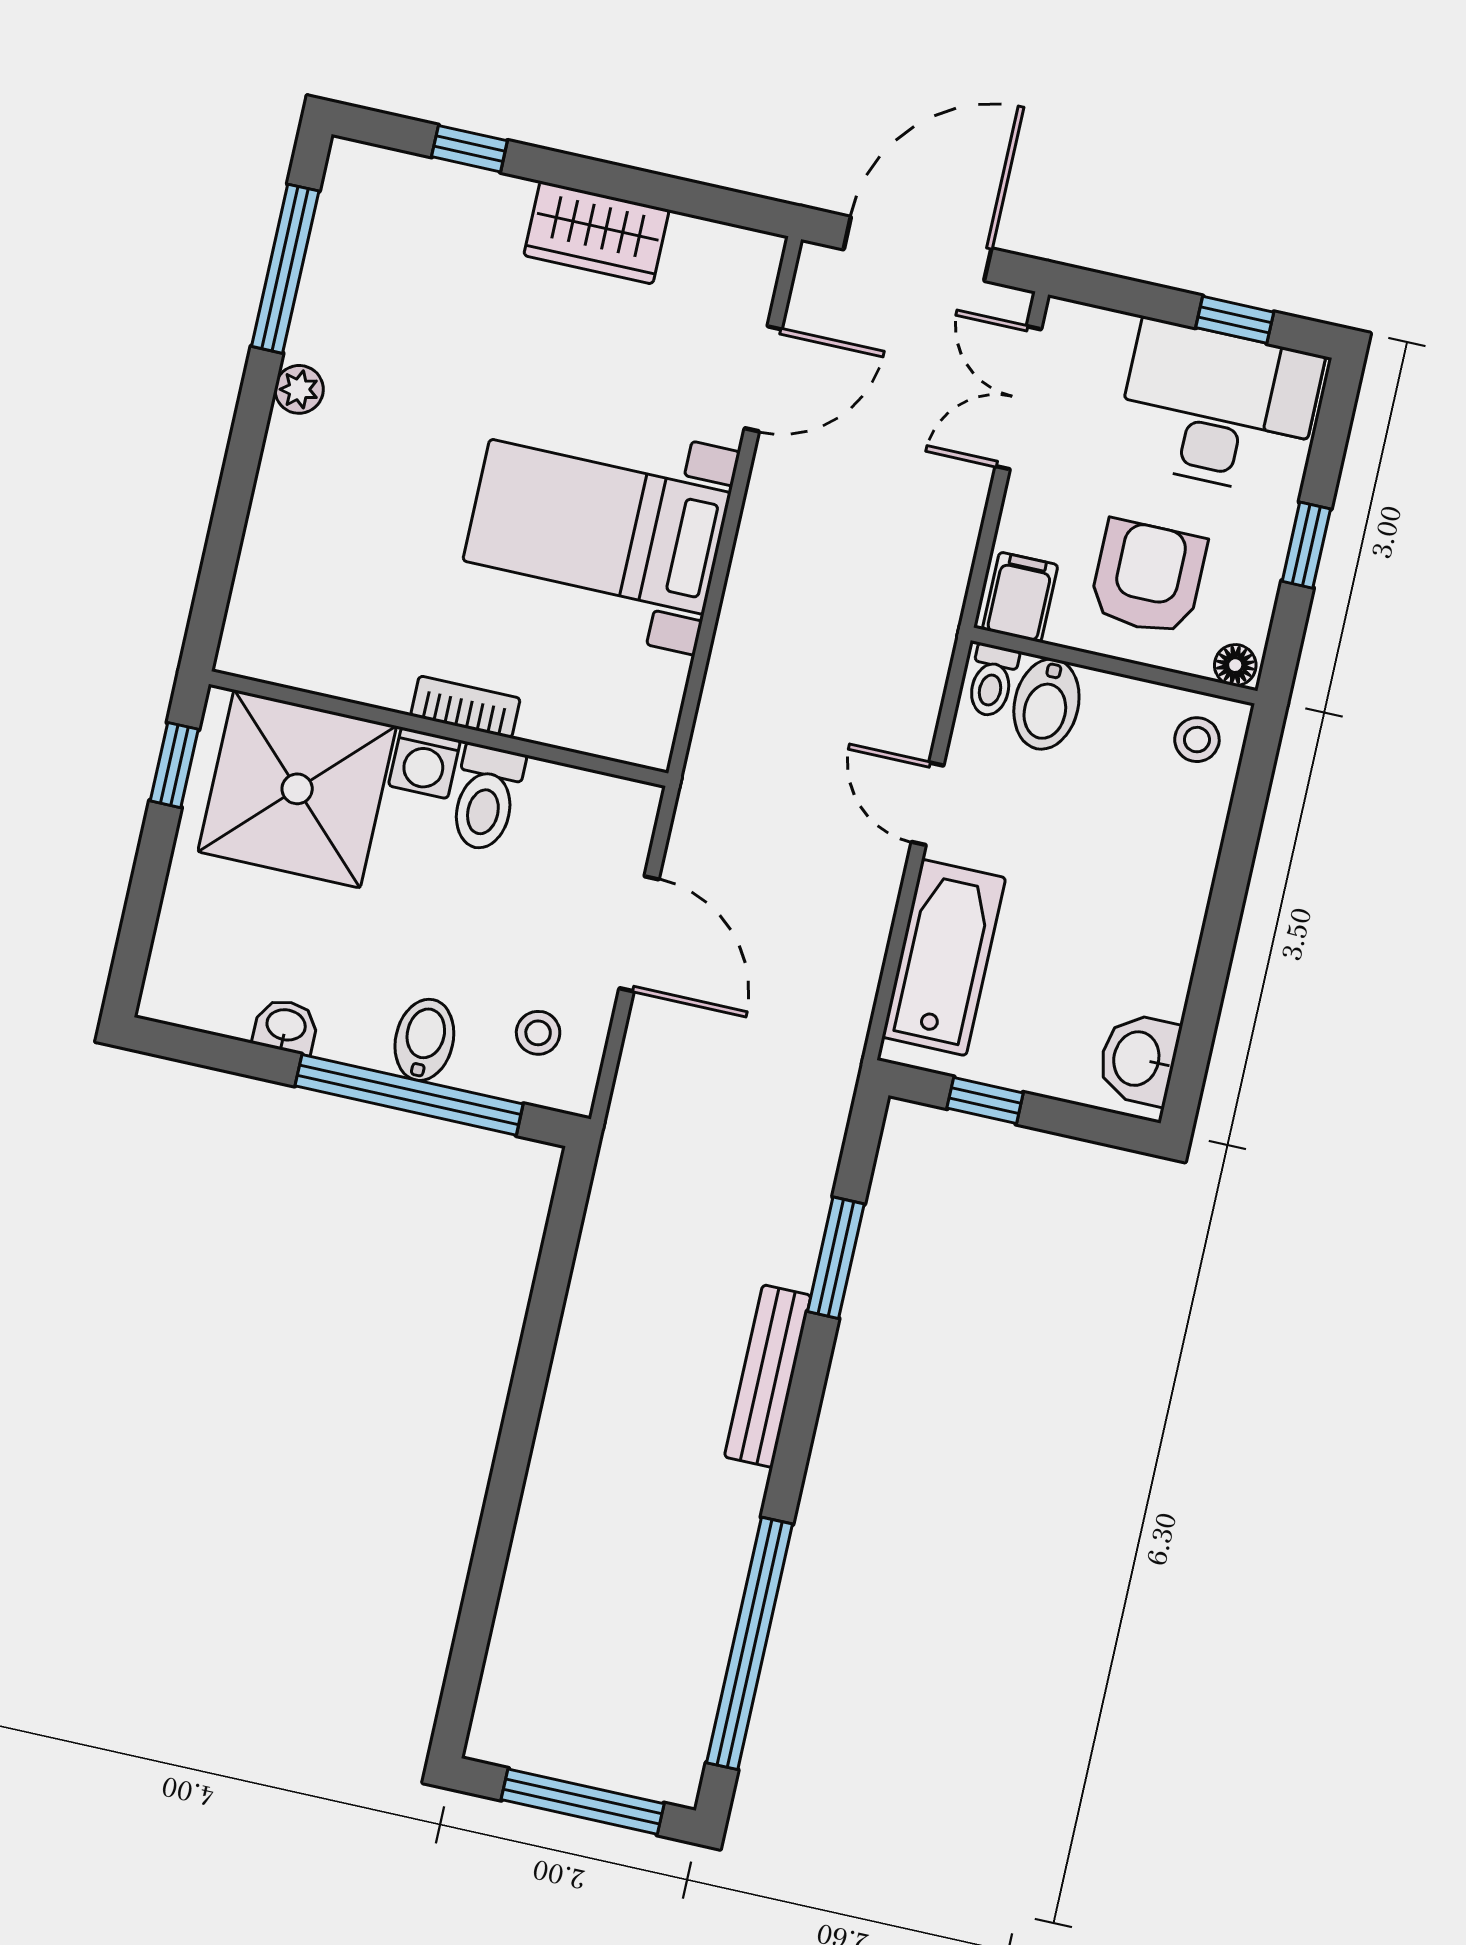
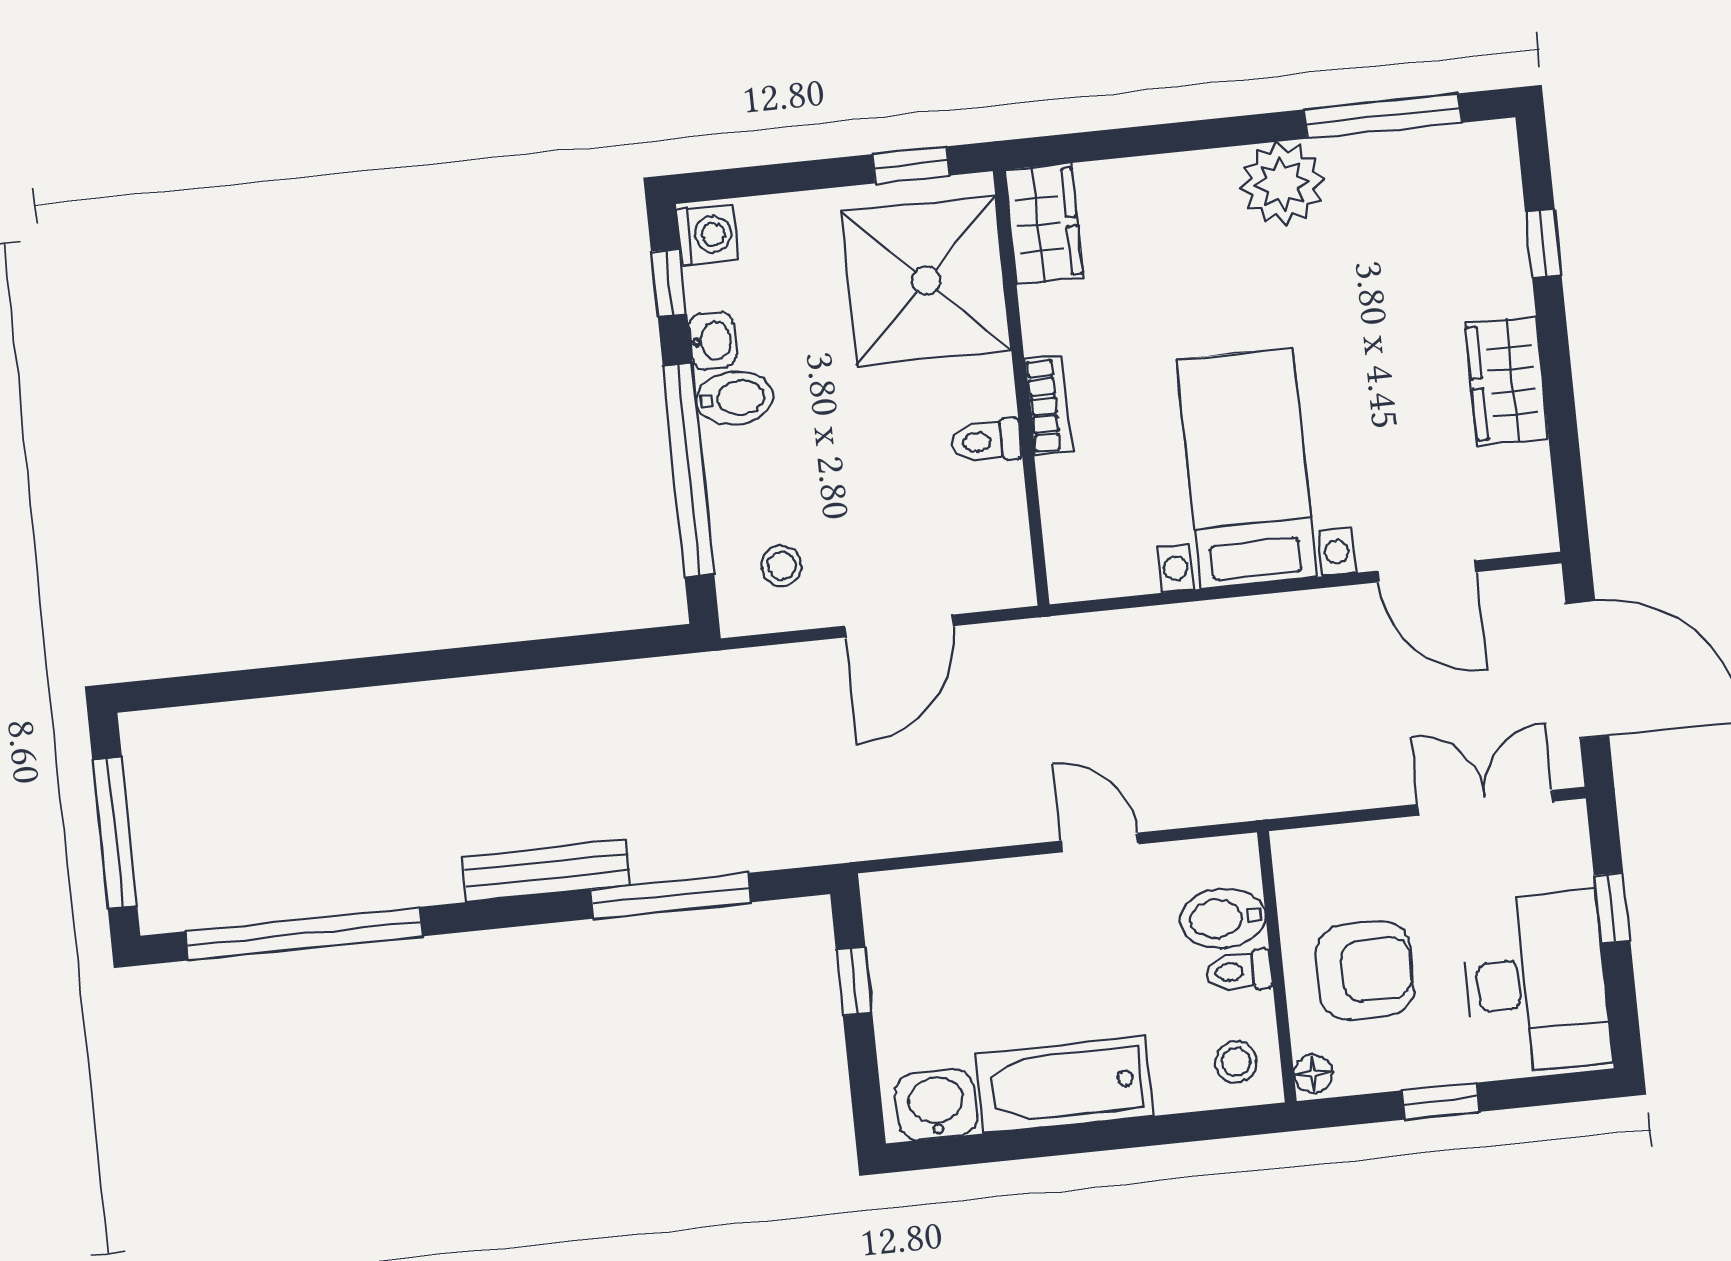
window: (1235, 320) -> (1612, 908), moved
plant: (299, 389) -> (1282, 184), width x1.87, depth x1.87
filing cabinet: (1020, 597) -> (1310, 863), removed
wardrobe: (280, 650) -> (1044, 224), added
toilet: (992, 681) -> (1239, 971), moved
washing machine: (424, 763) -> (707, 235), moved, turned 180
toilet: (486, 798) -> (986, 441), width x0.73, depth x0.72
door: (928, 804) -> (1100, 843), hinge flipped
bathtub: (944, 957) -> (1064, 1085), moved, turned 180
bidet: (424, 1040) -> (735, 398), moved
window: (212, 1051) -> (669, 283), added
window: (836, 1258) -> (671, 896), width x1.44

